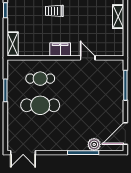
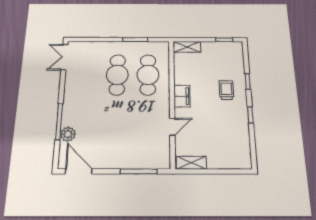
shelving: (118, 17) -> (191, 163), moved
cafe table: (40, 79) -> (148, 75), width x1.37, depth x1.35

